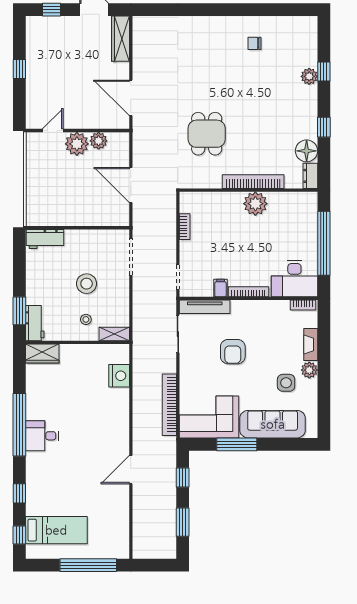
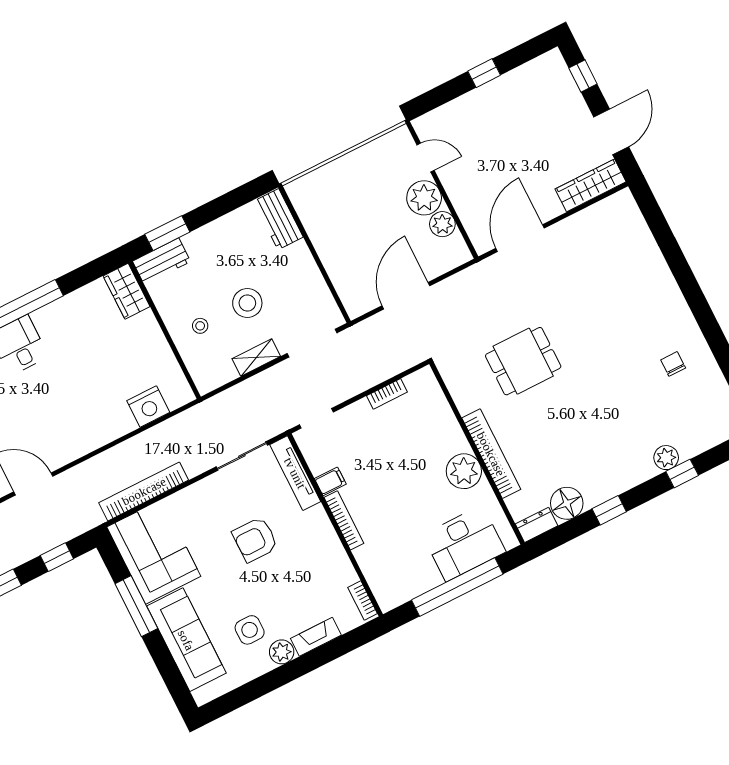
desk: (294, 279) -> (464, 543), moved, turned -90
shelving: (114, 334) -> (256, 358), moved, turned 90

